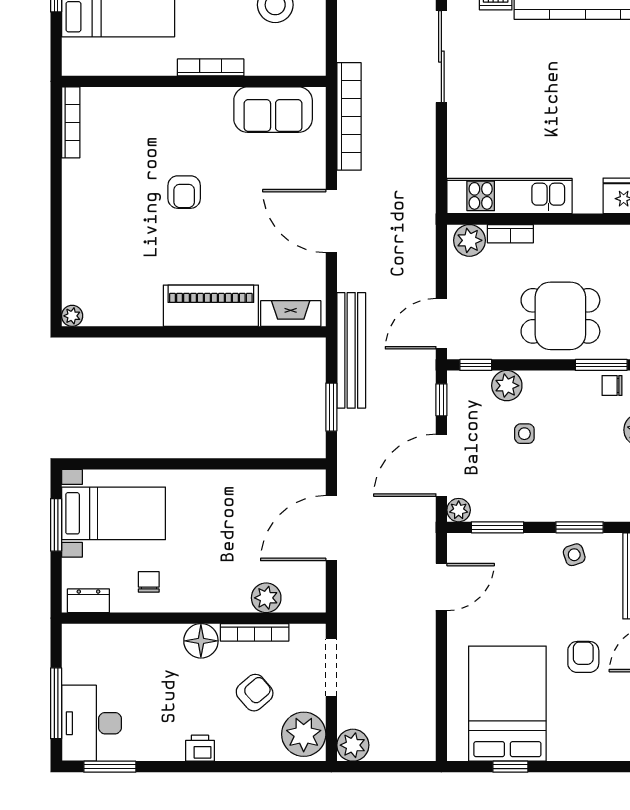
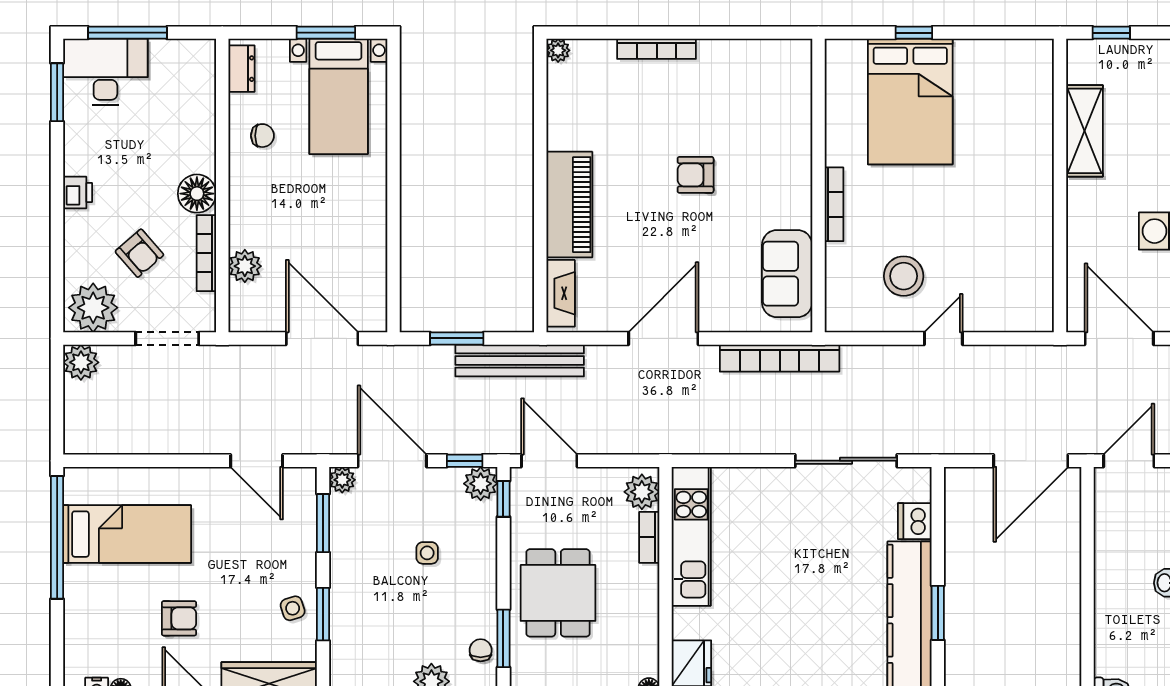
bookcase: (71, 122) -> (657, 49), moved
plant: (507, 386) -> (481, 484), moved
bed: (507, 704) -> (127, 534), width x0.67
window: (510, 767) -> (57, 537), width x3.17

